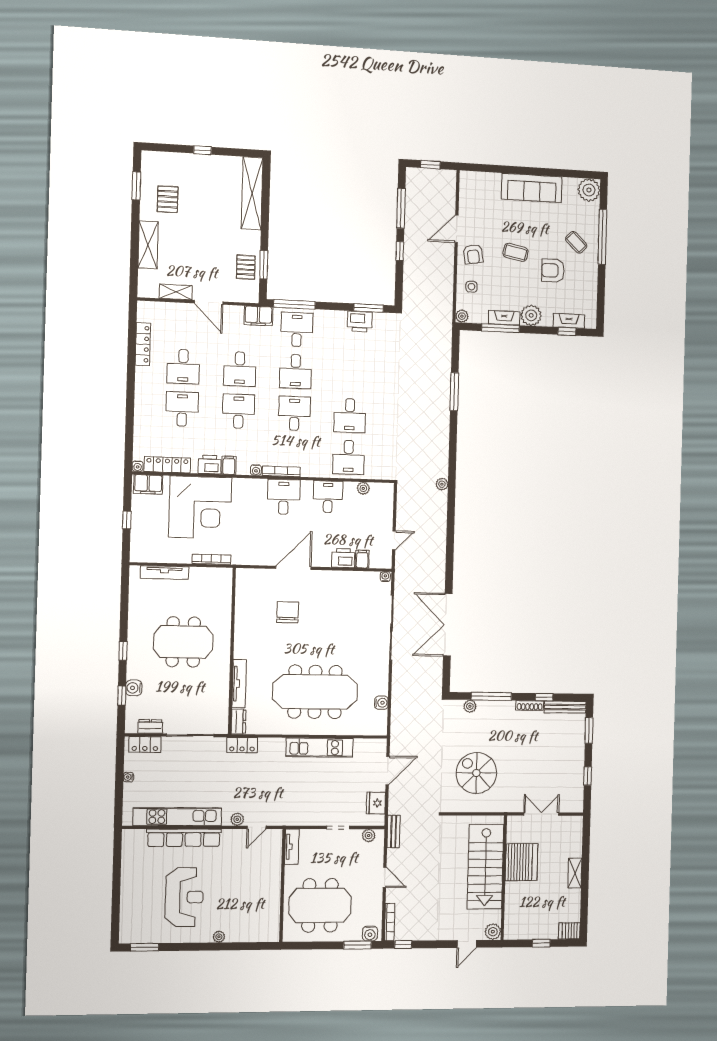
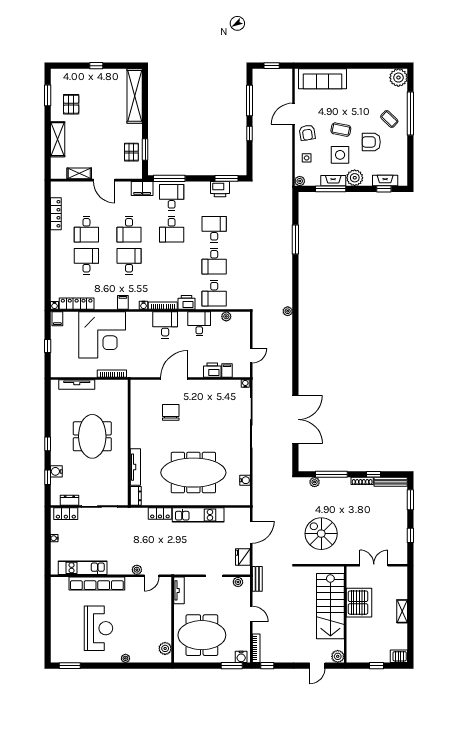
sofa: (532, 188) -> (322, 79), moved
side table: (514, 285) -> (340, 155), added
desk: (294, 413) -> (214, 229), moved
printer: (210, 465) -> (187, 302), moved
filing cabinet: (148, 484) -> (57, 319), width x0.50
double door: (448, 625) -> (295, 419), swing flipped
meeting table: (183, 642) -> (92, 436), turned 90
locker: (242, 745) -> (160, 514), moved
kitchen unit: (177, 817) -> (83, 568), width x0.73
plant: (272, 923) -> (165, 648), added

